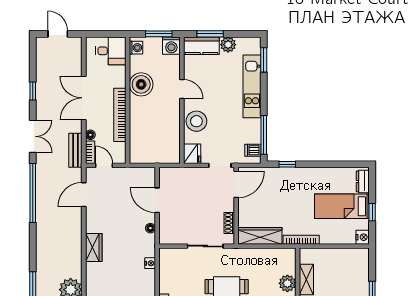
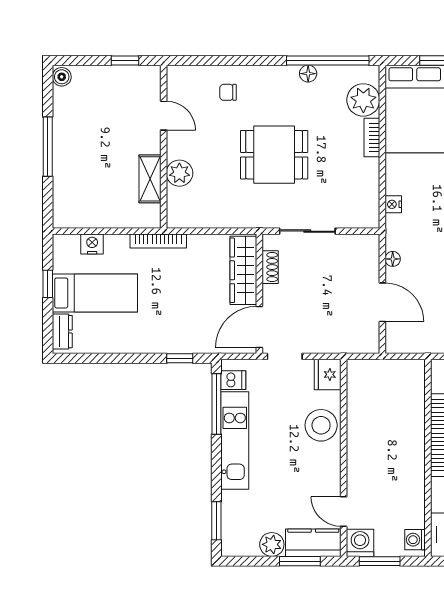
boiler: (141, 84) -> (407, 483), removed
kitchen unit: (252, 86) -> (235, 440), moved
door: (182, 89) -> (344, 511), moved
wardrobe: (260, 236) -> (243, 270), moved, turned 90
nightstand: (363, 237) -> (92, 244), moved, turned 90

